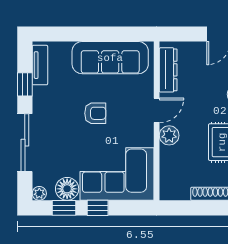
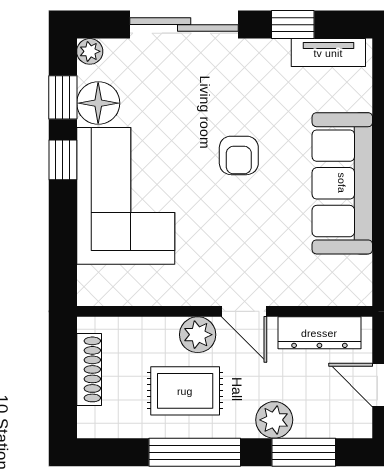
dresser: (168, 70) -> (319, 333), moved
door: (157, 110) -> (244, 311), moved
wall: (157, 121) -> (225, 311), moved
plant: (169, 135) -> (198, 335), moved

